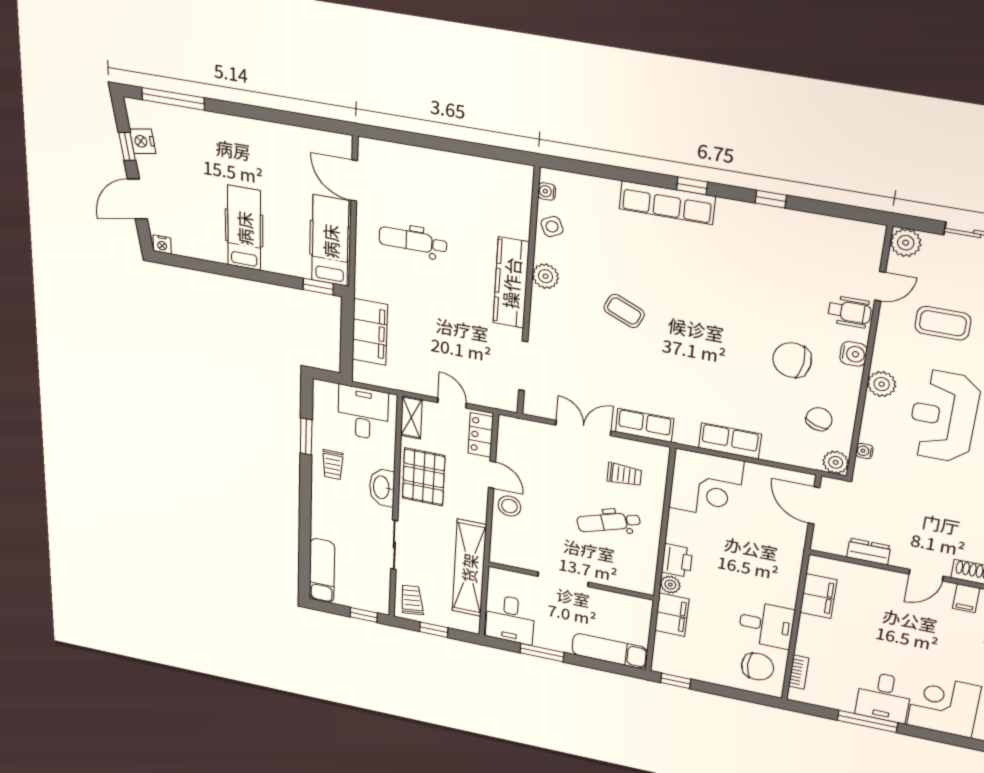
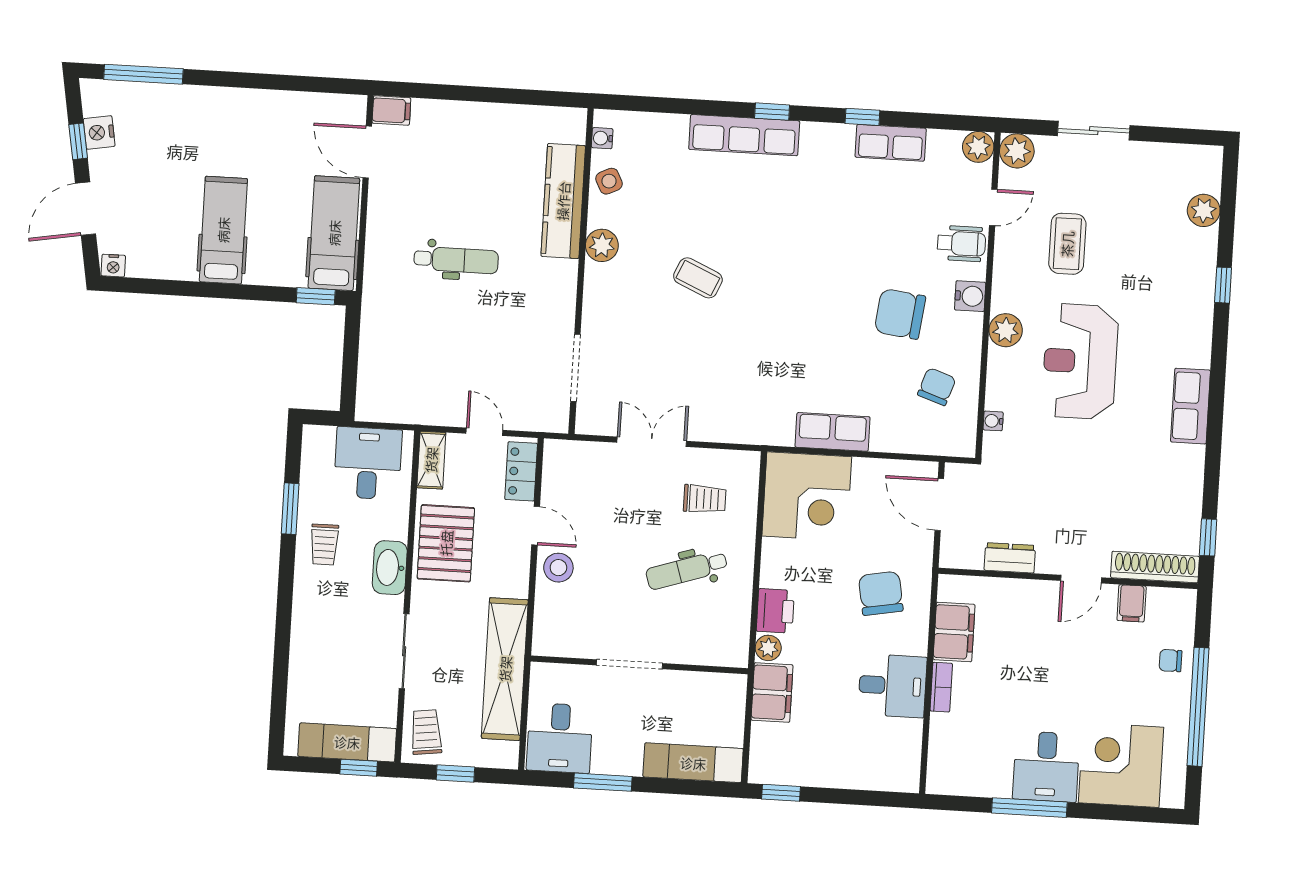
dental chair: (413, 241) -> (456, 260), moved, turned 180
kitchen counter: (511, 283) -> (563, 201), moved
coffee table: (943, 323) -> (1067, 244), turned 90
filing cabinet: (370, 332) -> (391, 110), moved, width x0.33, depth x0.86
row of seats: (645, 425) -> (891, 143), moved, turned 180
plant: (836, 462) -> (978, 147), moved
exam couch: (322, 571) -> (347, 742), moved, turned -90
chair: (758, 667) -> (881, 593), moved, turned -100
bookcase: (799, 672) -> (941, 687), moved

